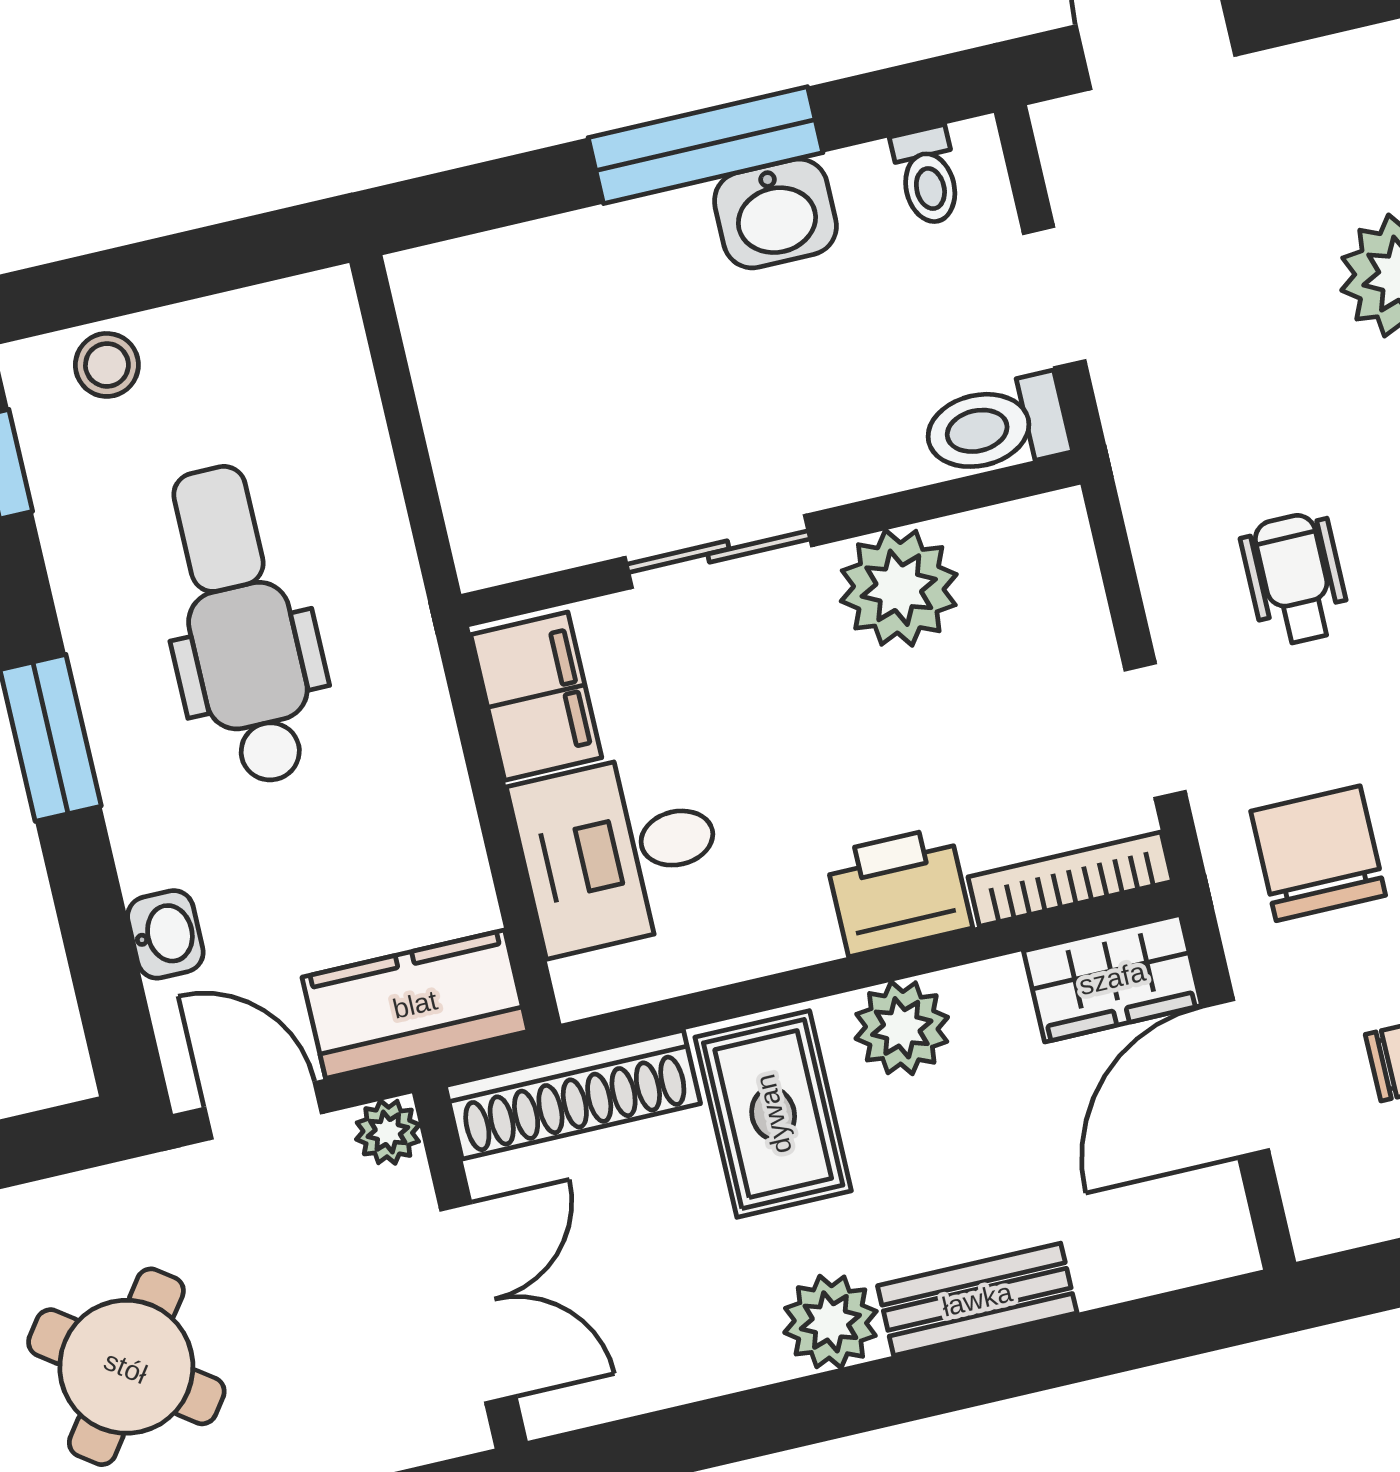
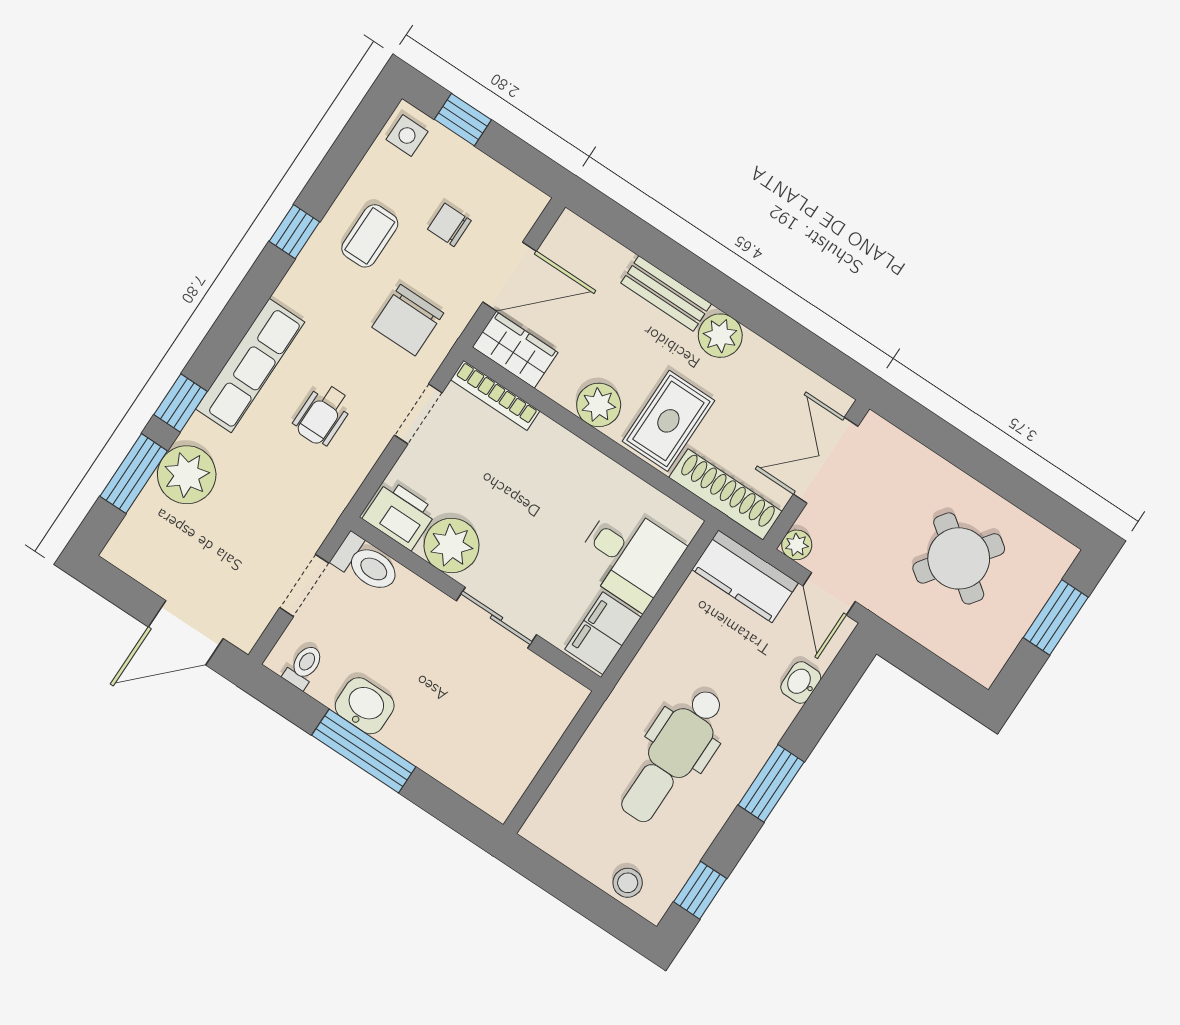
printer: (899, 891) -> (400, 515), moved, turned 180

